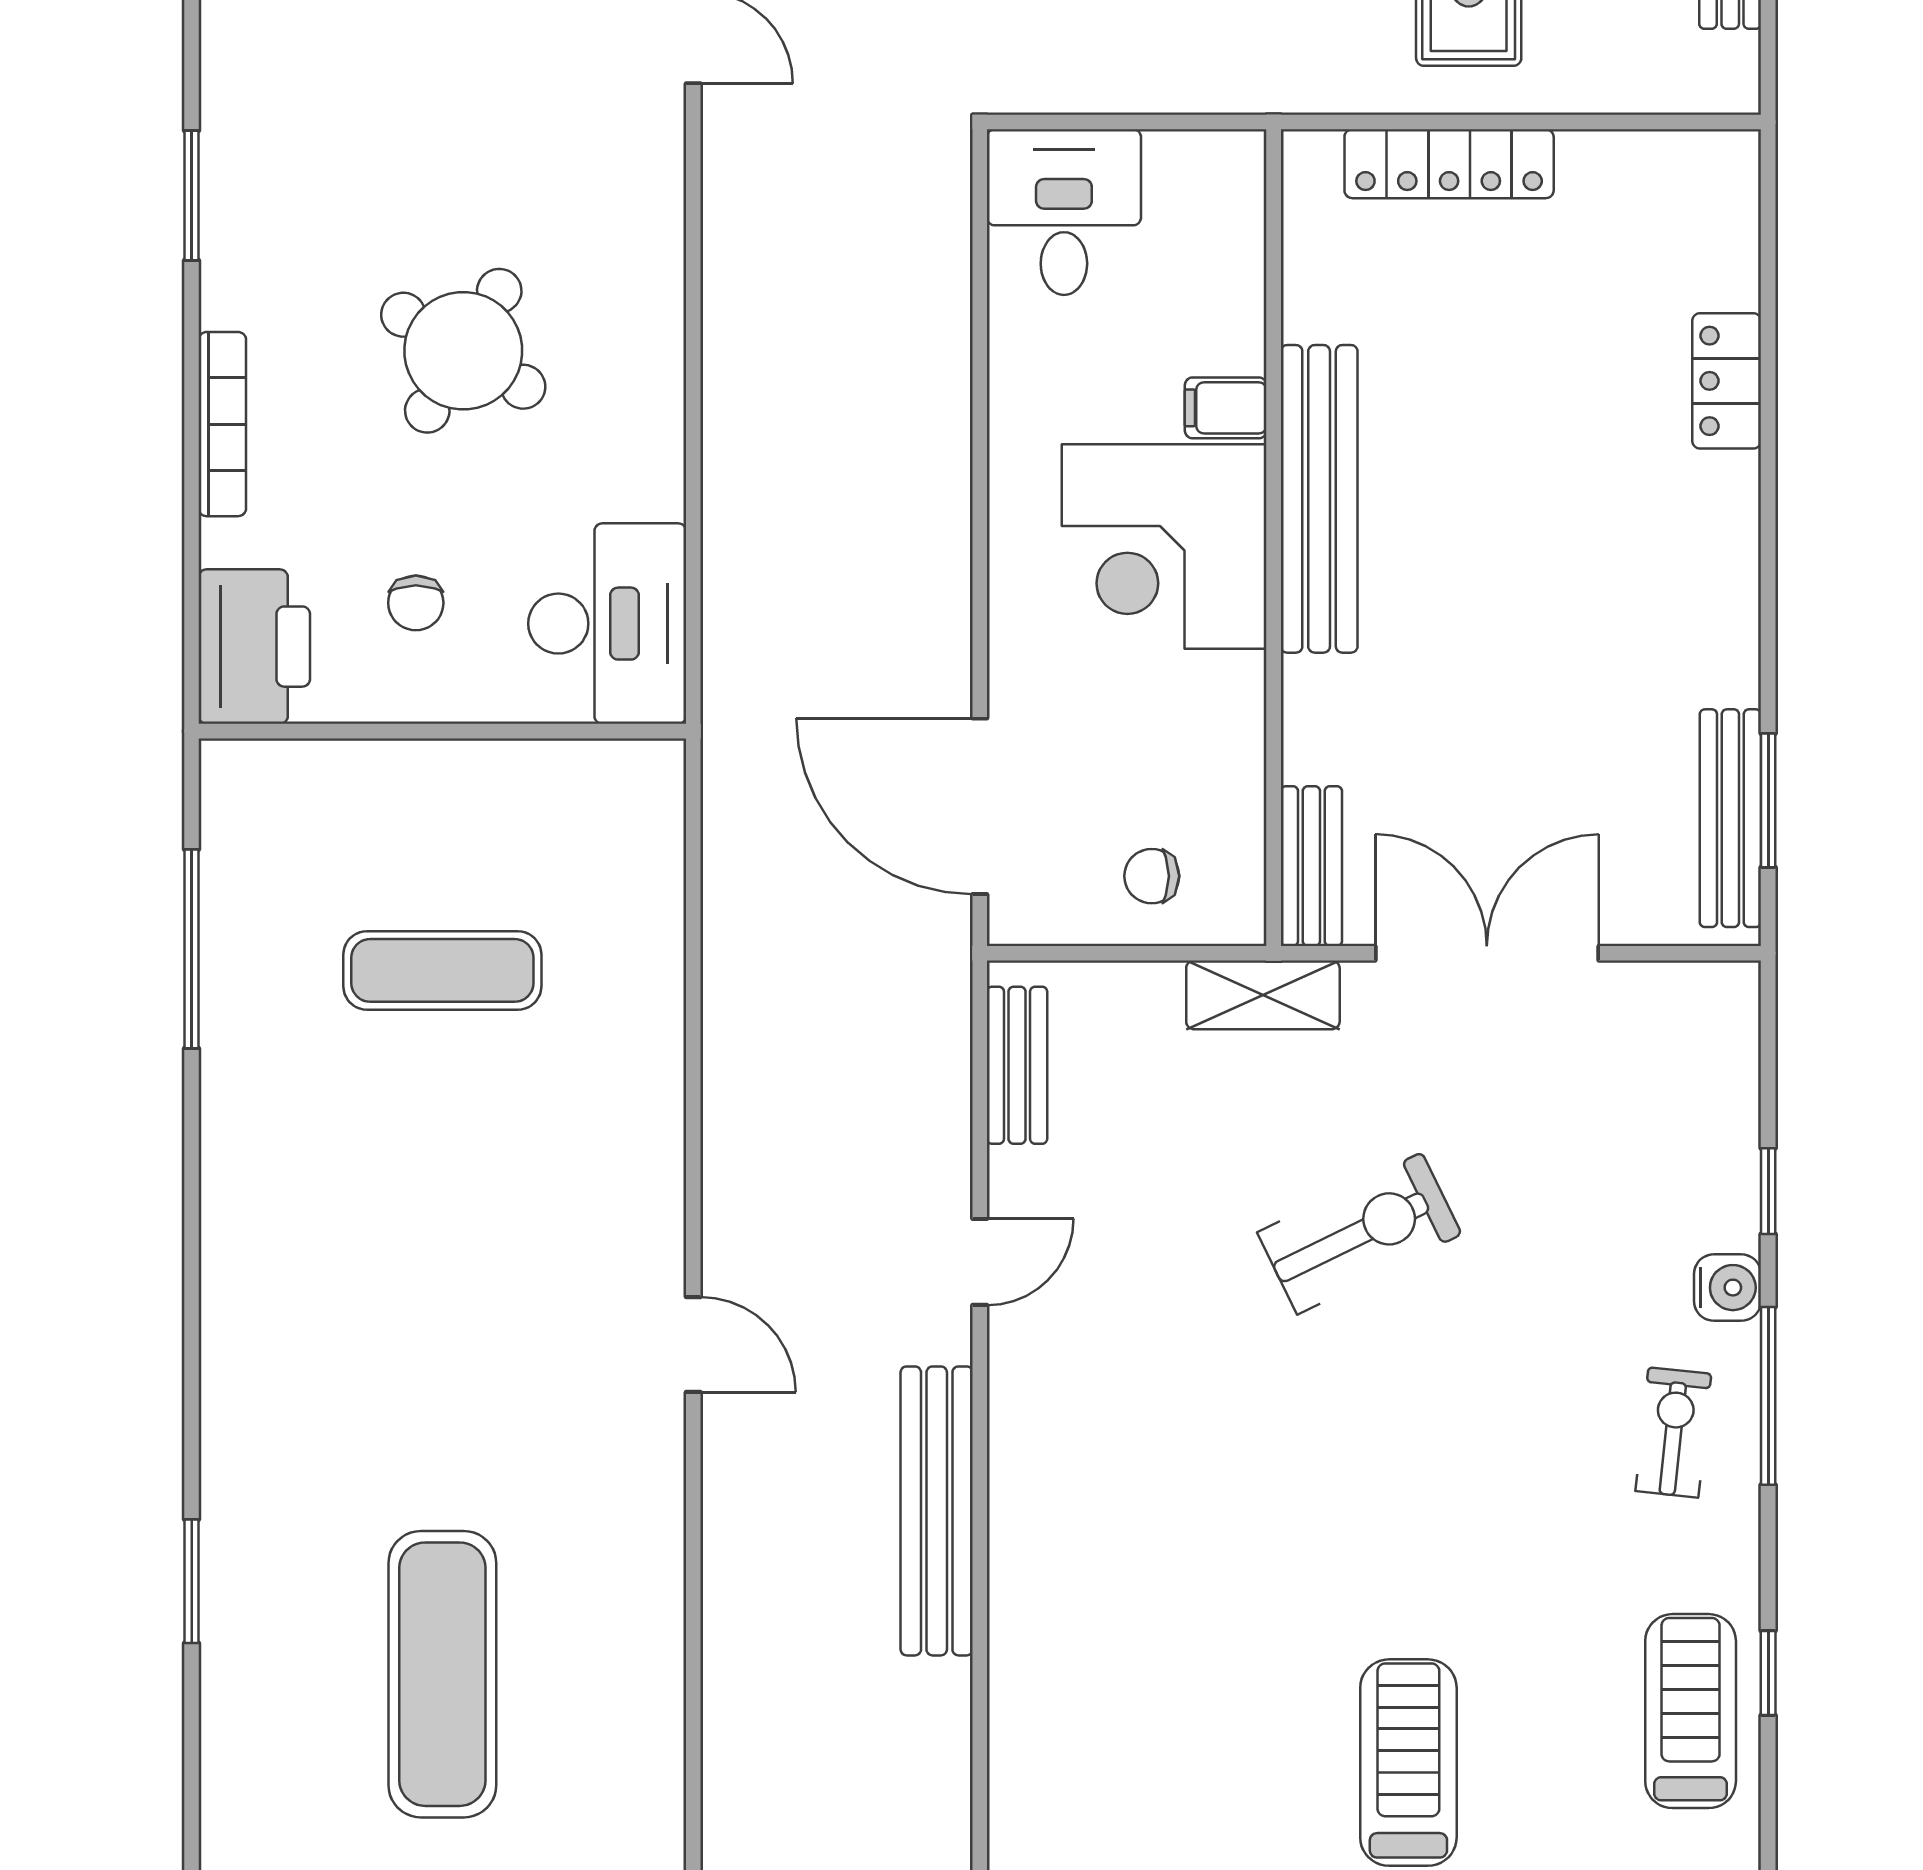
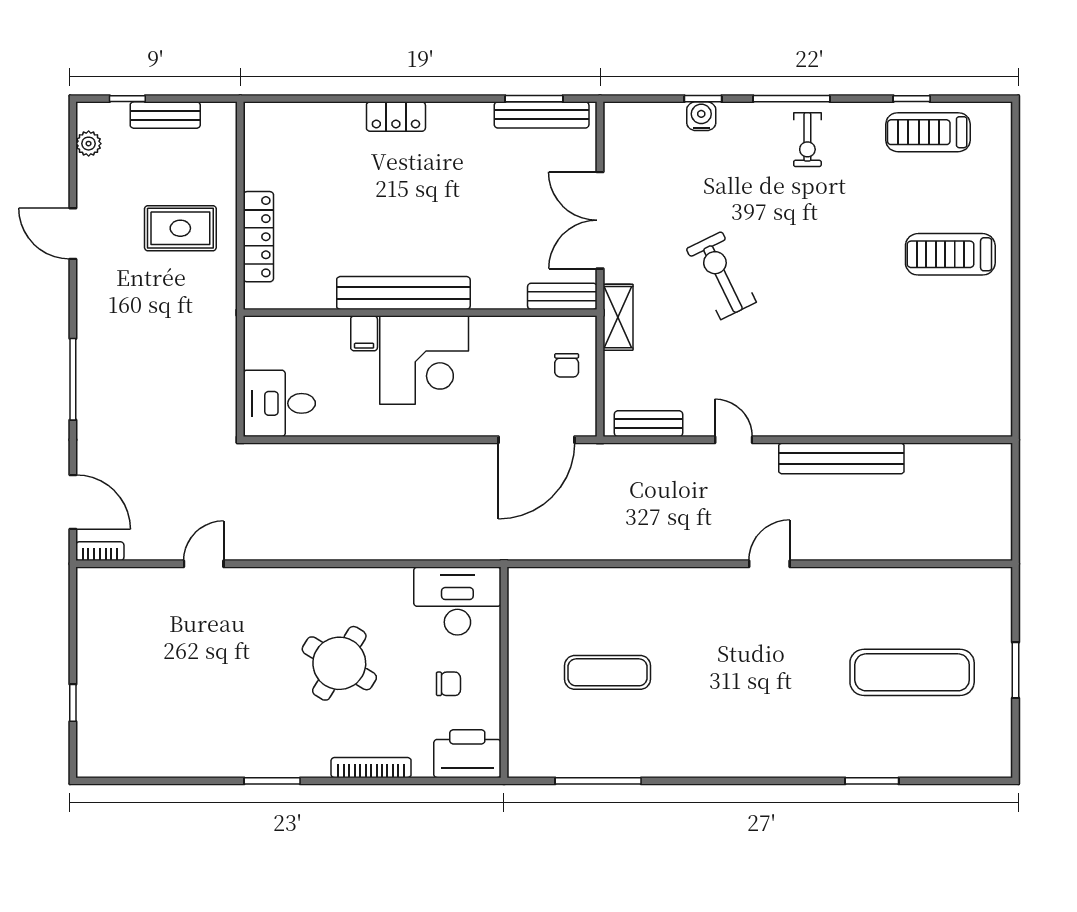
locker: (1727, 381) -> (396, 117), moved
exercise mat: (442, 970) -> (607, 672), turned 90
water cooler: (1728, 1288) -> (701, 116), moved
exercise bike: (1673, 1432) -> (807, 140), turned -96

